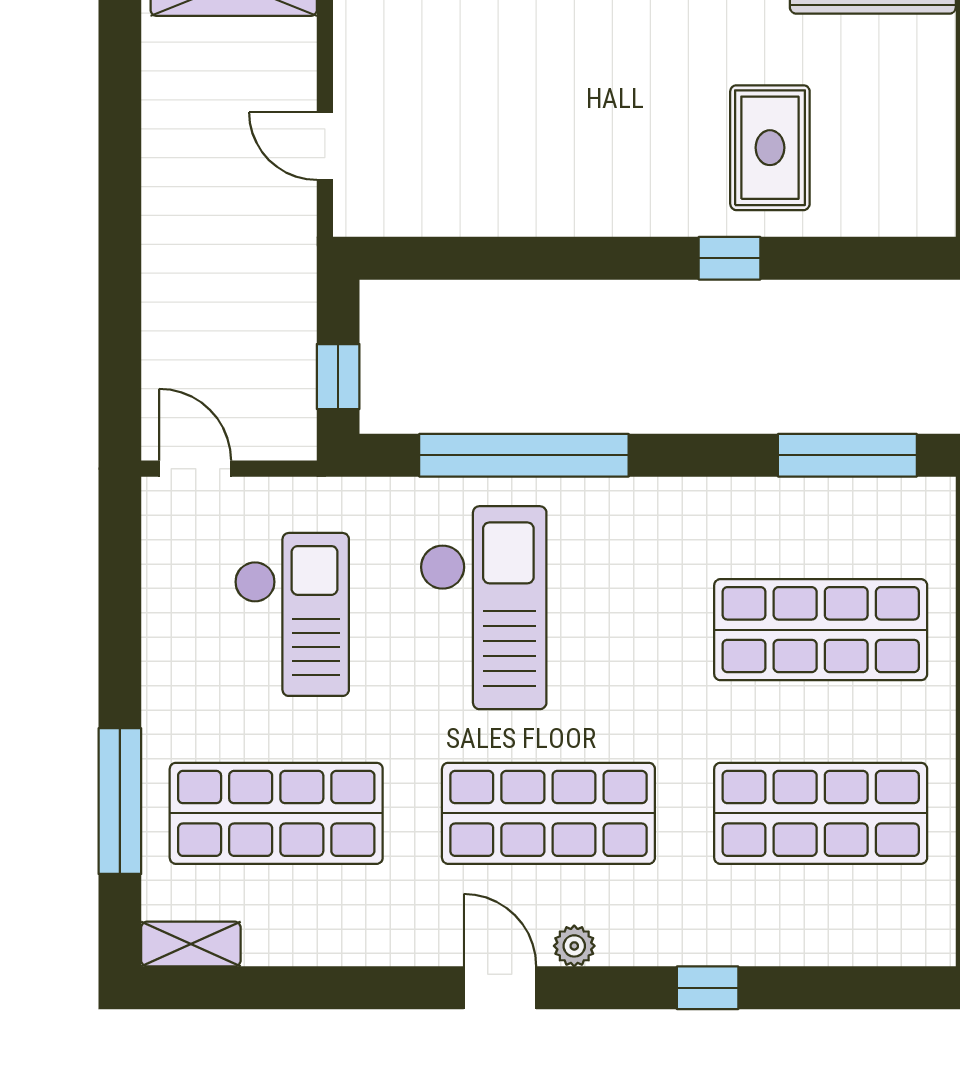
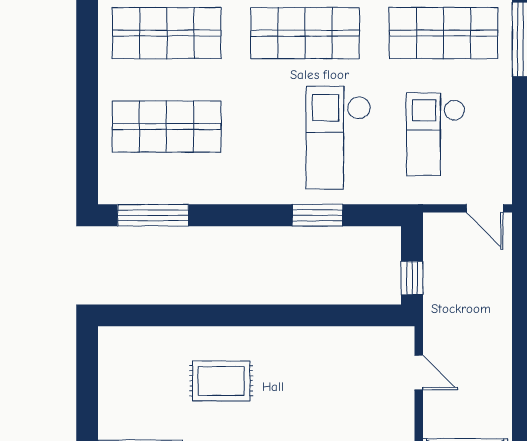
rug: (770, 148) -> (221, 381), moved, turned 90
window: (730, 258) -> (213, 315), removed
window: (338, 377) -> (412, 278), moved
window: (524, 455) -> (318, 215), width x0.47

